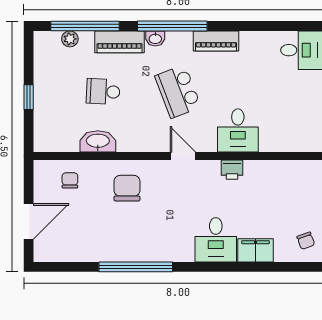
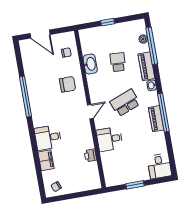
window: (172, 26) -> (163, 113), moved
printer: (232, 170) -> (90, 155), moved

